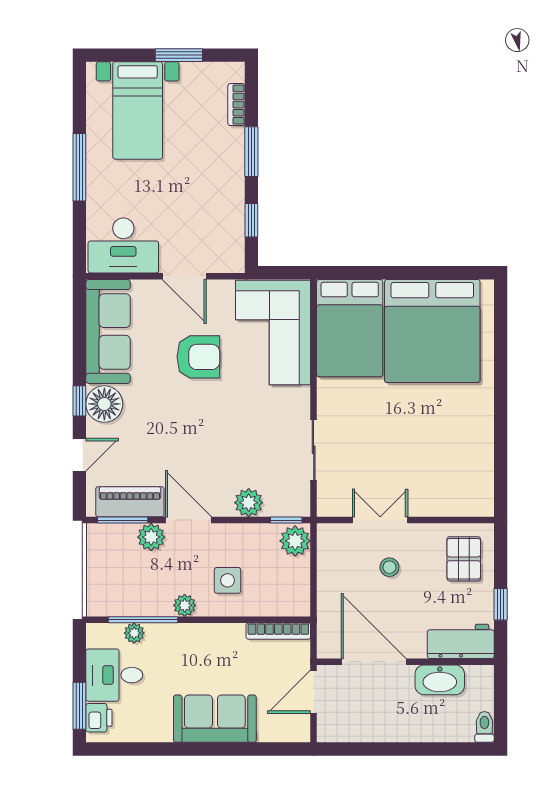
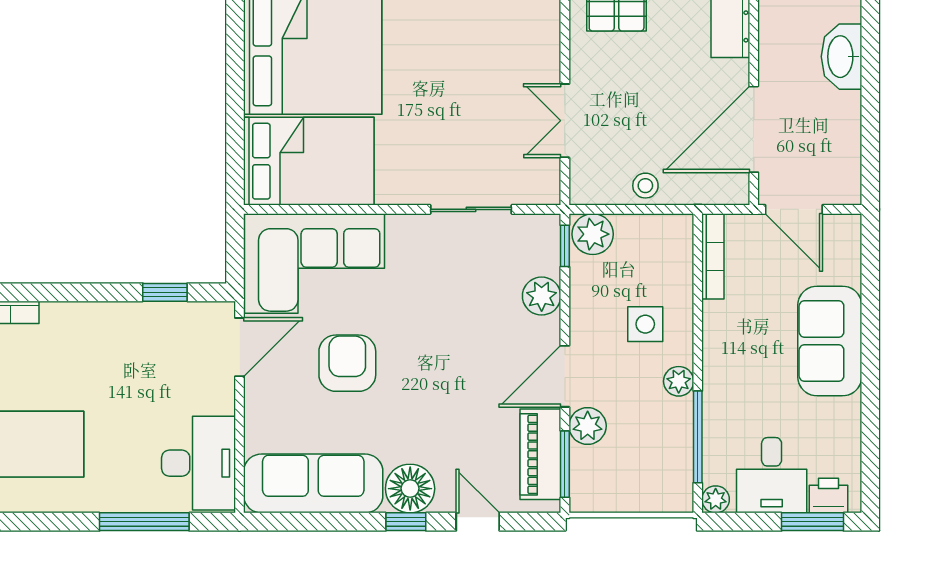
window: (251, 152) -> (73, 292), removed
window: (79, 167) -> (144, 522), moved
door: (184, 276) -> (240, 347), moved
stool: (389, 567) -> (645, 186), moved
plant: (134, 633) -> (716, 499), moved
washbasin: (440, 680) -> (841, 57), moved, turned 180

